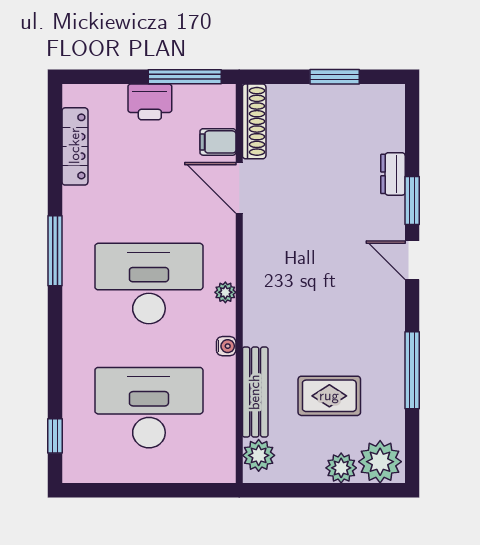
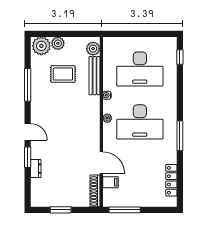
printer: (150, 102) -> (139, 199), removed

